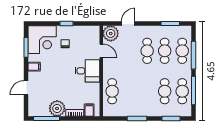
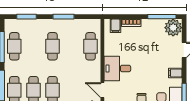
cafe table: (165, 91) -> (52, 46), moved
plant: (57, 108) -> (173, 28), moved

